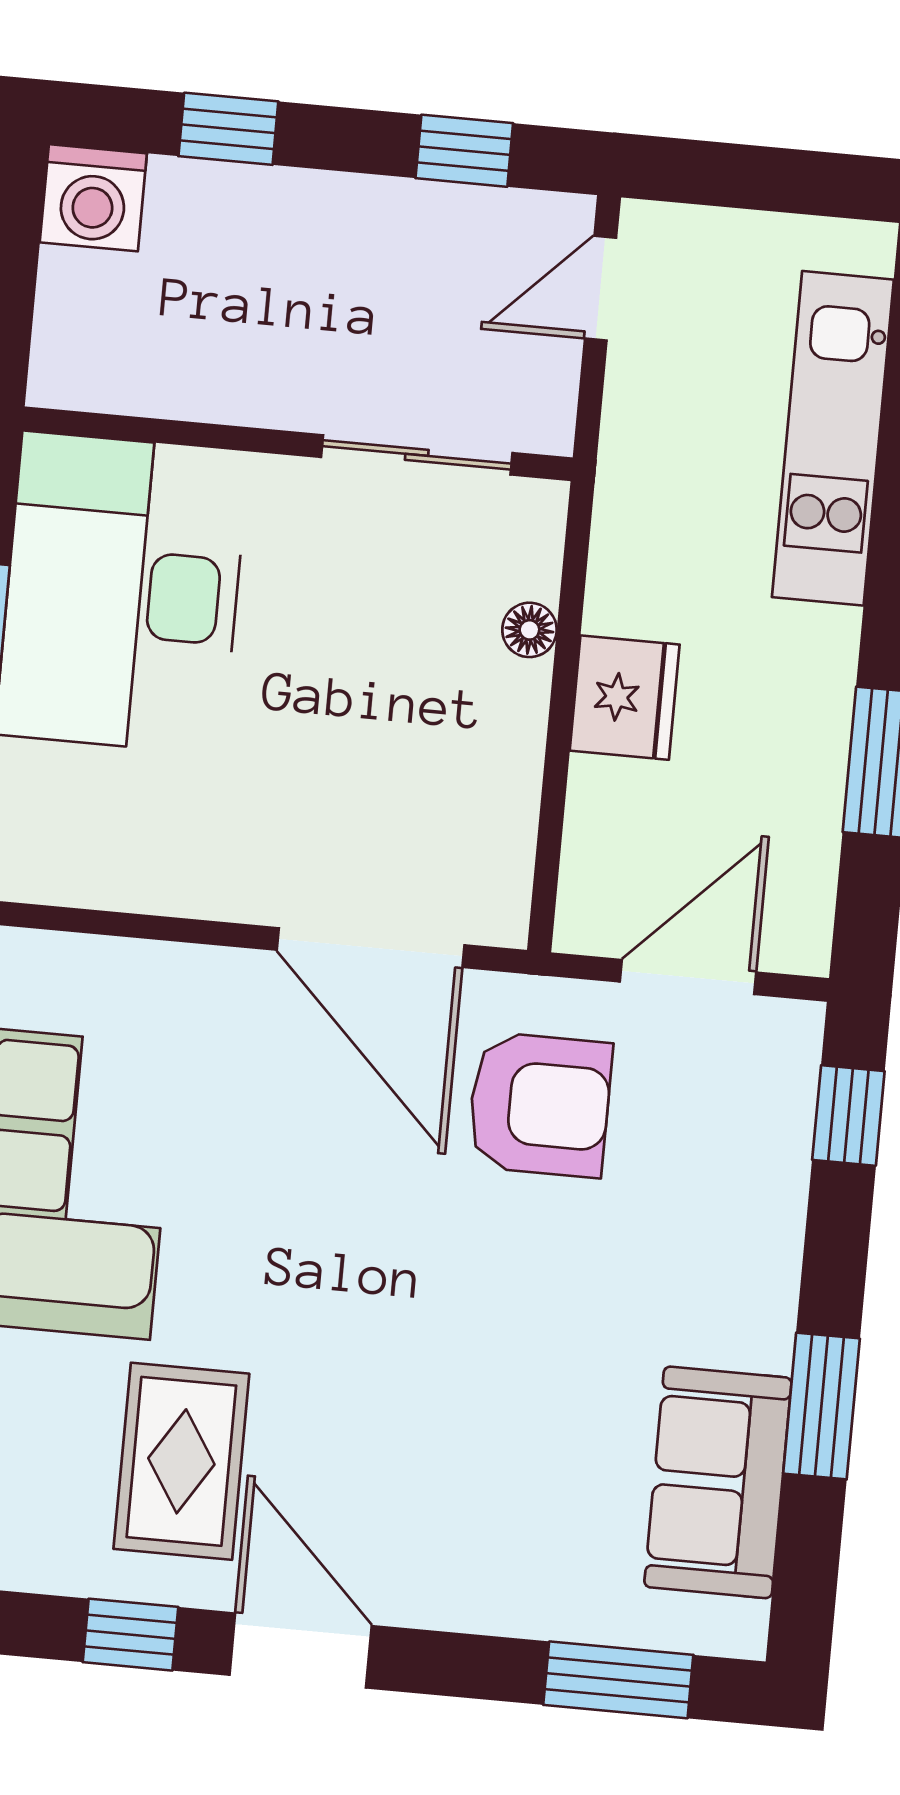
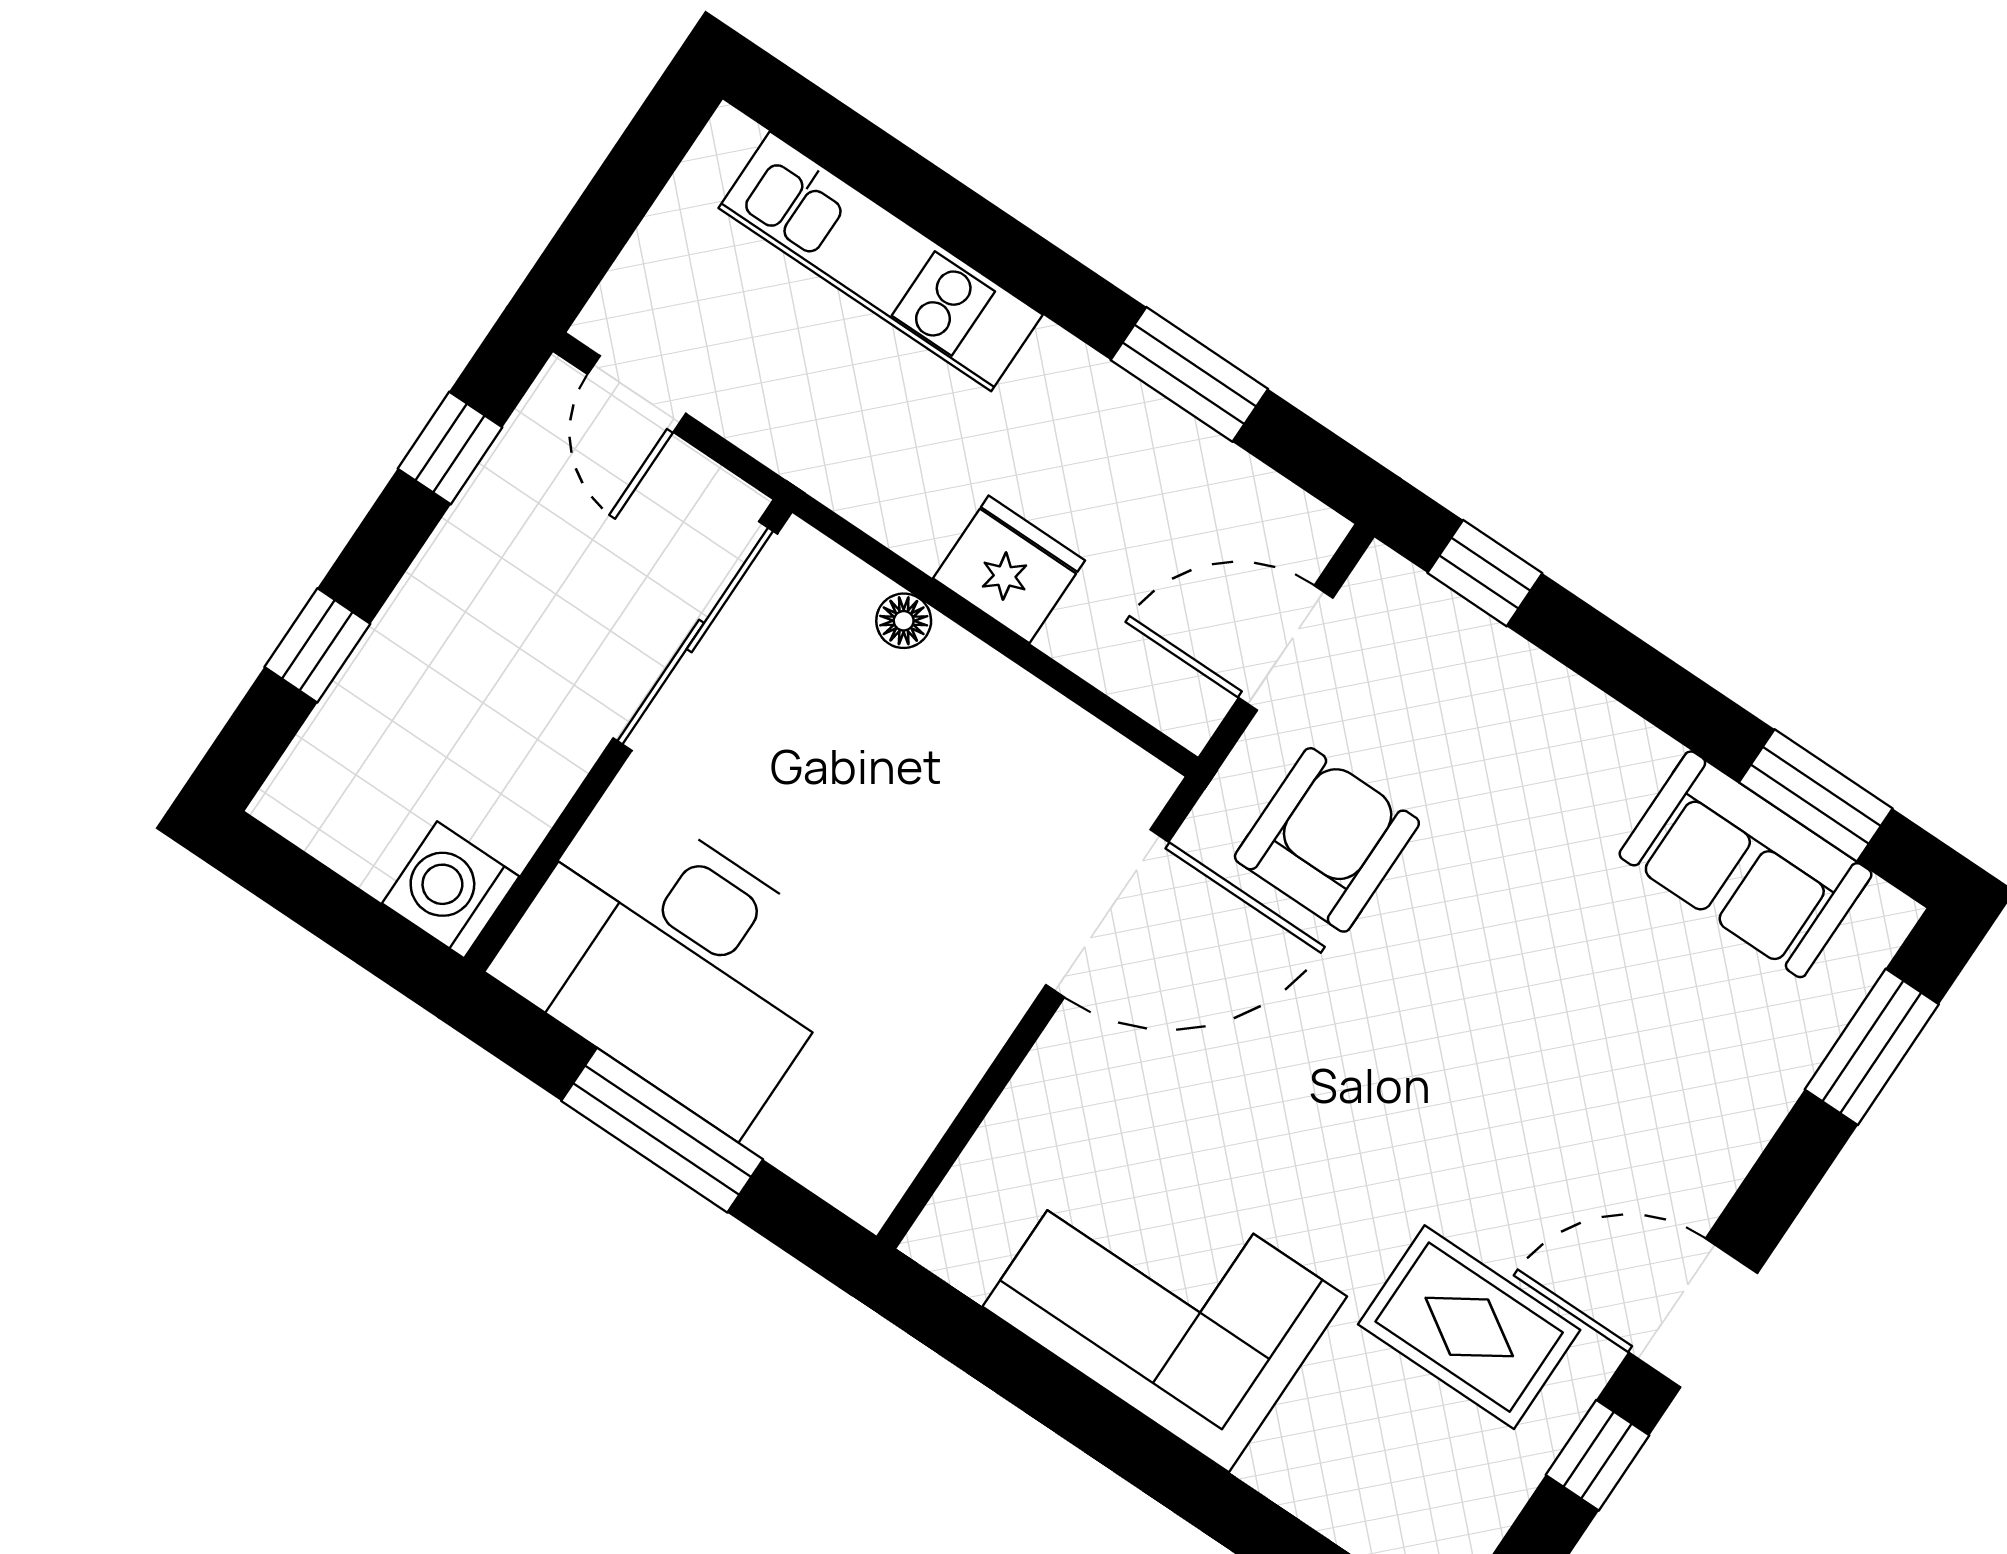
washing machine: (93, 198) -> (451, 890), moved, turned 180
sliding door: (417, 455) -> (695, 636), width x1.37
door: (688, 977) -> (1286, 648), hinge flipped
window: (821, 1406) -> (1816, 795), moved

